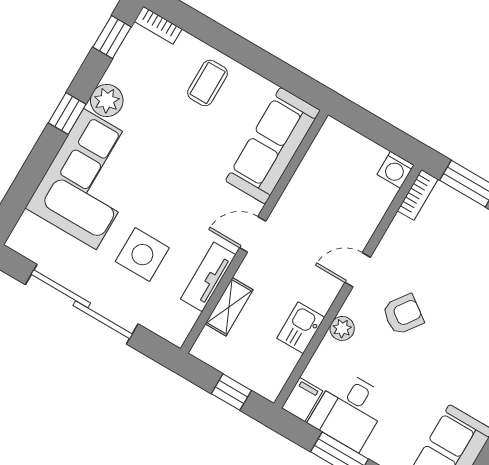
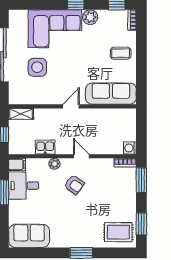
door: (253, 234) -> (71, 106), hinge flipped
tv unit: (208, 277) -> (44, 99), removed
shelving: (229, 307) -> (21, 114), moved

